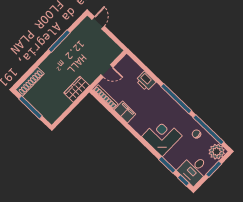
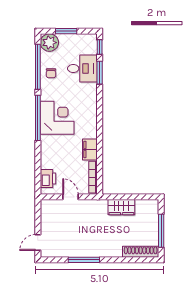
printer: (146, 81) -> (48, 179), moved
wardrobe: (77, 89) -> (121, 207), moved
corner desk: (162, 136) -> (57, 118), moved, turned 180
desk: (194, 169) -> (82, 69), moved

